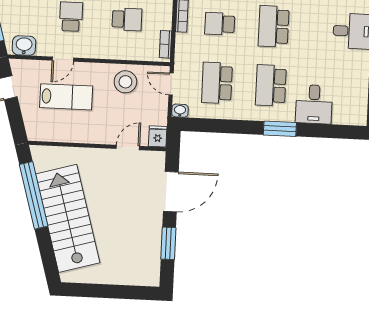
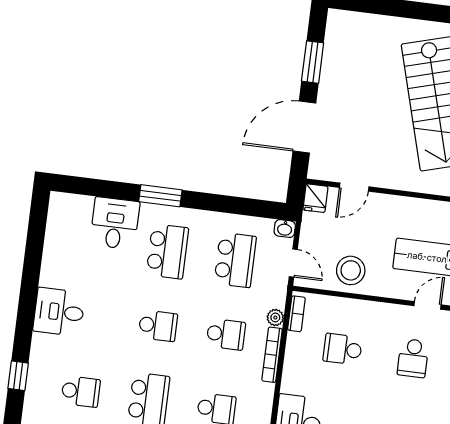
school desk: (274, 26) -> (158, 326), width x0.54
plant: (182, 40) -> (275, 318), added

